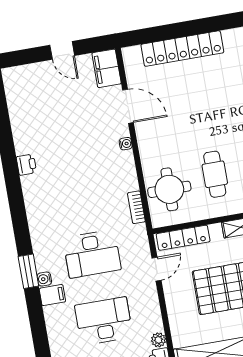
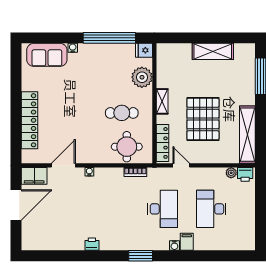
door: (62, 50) -> (16, 205), width x1.88
window: (28, 271) -> (141, 256), moved

